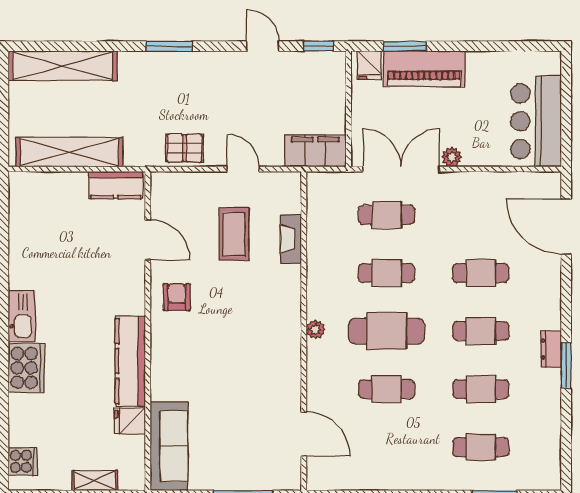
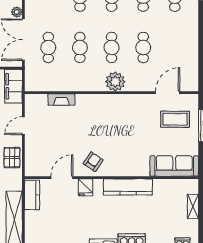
coffee table: (234, 234) -> (175, 119), moved
armchair: (177, 297) -> (93, 162), turned 124
plant: (316, 329) -> (115, 82), width x1.87, depth x1.87
cafe table: (387, 331) -> (112, 47), width x0.73, depth x0.74
fridge: (130, 421) -> (85, 187), moved

